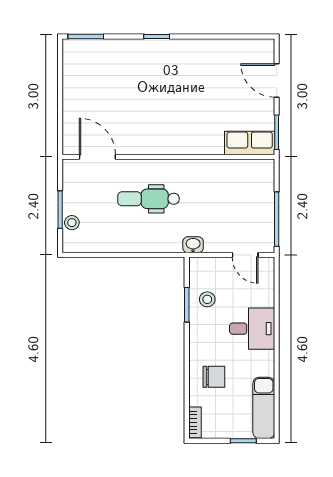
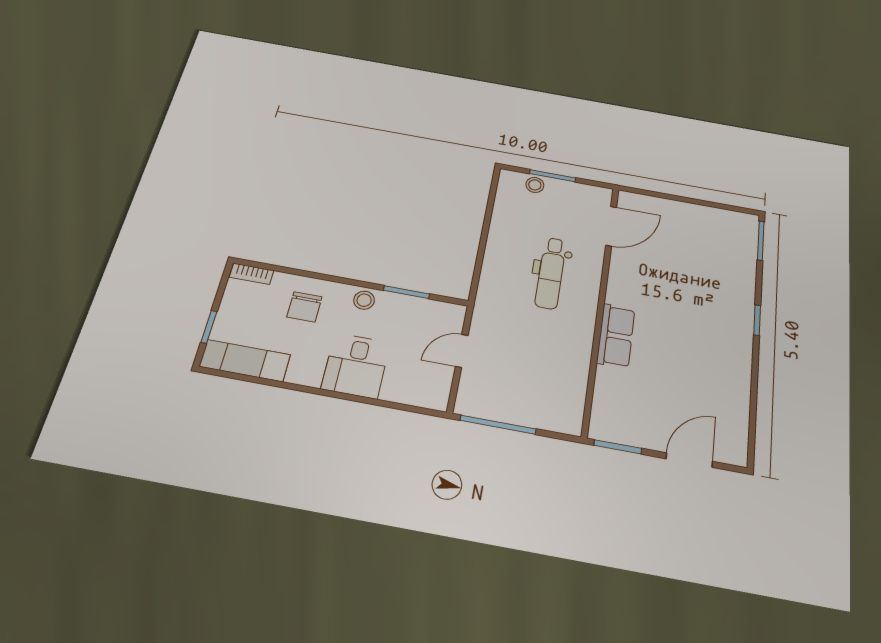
row of seats: (250, 143) -> (616, 336), moved
dental chair: (149, 199) -> (551, 273), turned 180
washbasin: (193, 245) -> (483, 314), removed
door: (245, 255) -> (462, 351), moved
stool: (207, 299) -> (364, 300), moved

